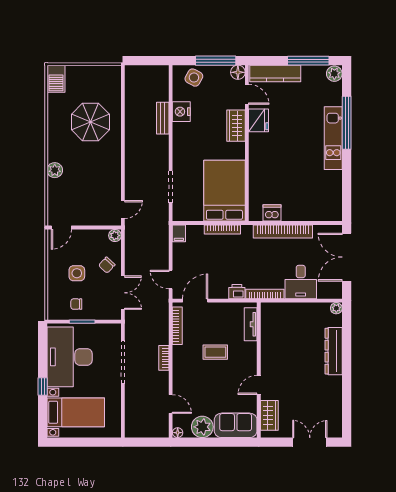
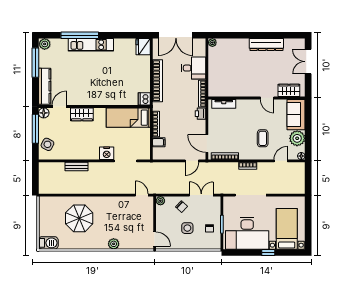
nightstand: (181, 112) -> (107, 153), moved
fridge: (258, 120) -> (143, 47), moved, turned -90
bed: (224, 191) -> (128, 118), width x0.67
dishwasher: (272, 213) -> (144, 99), moved
filing cabinet: (179, 233) -> (159, 142), moved
dresser: (334, 351) -> (266, 45), moved
coffee table: (215, 352) -> (263, 138), moved

